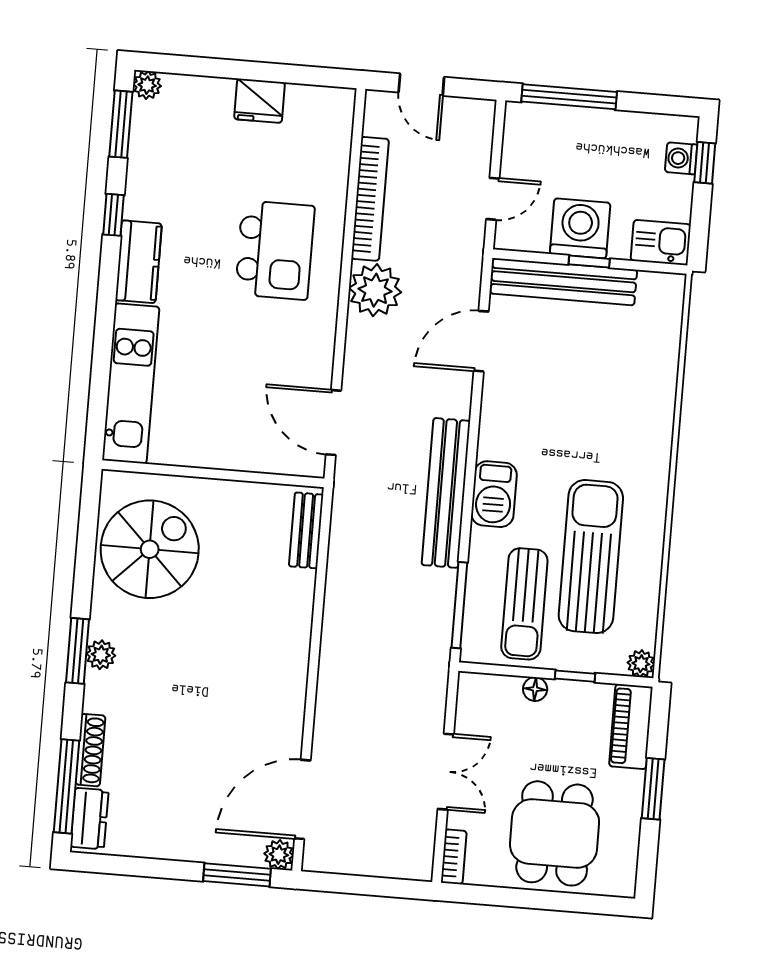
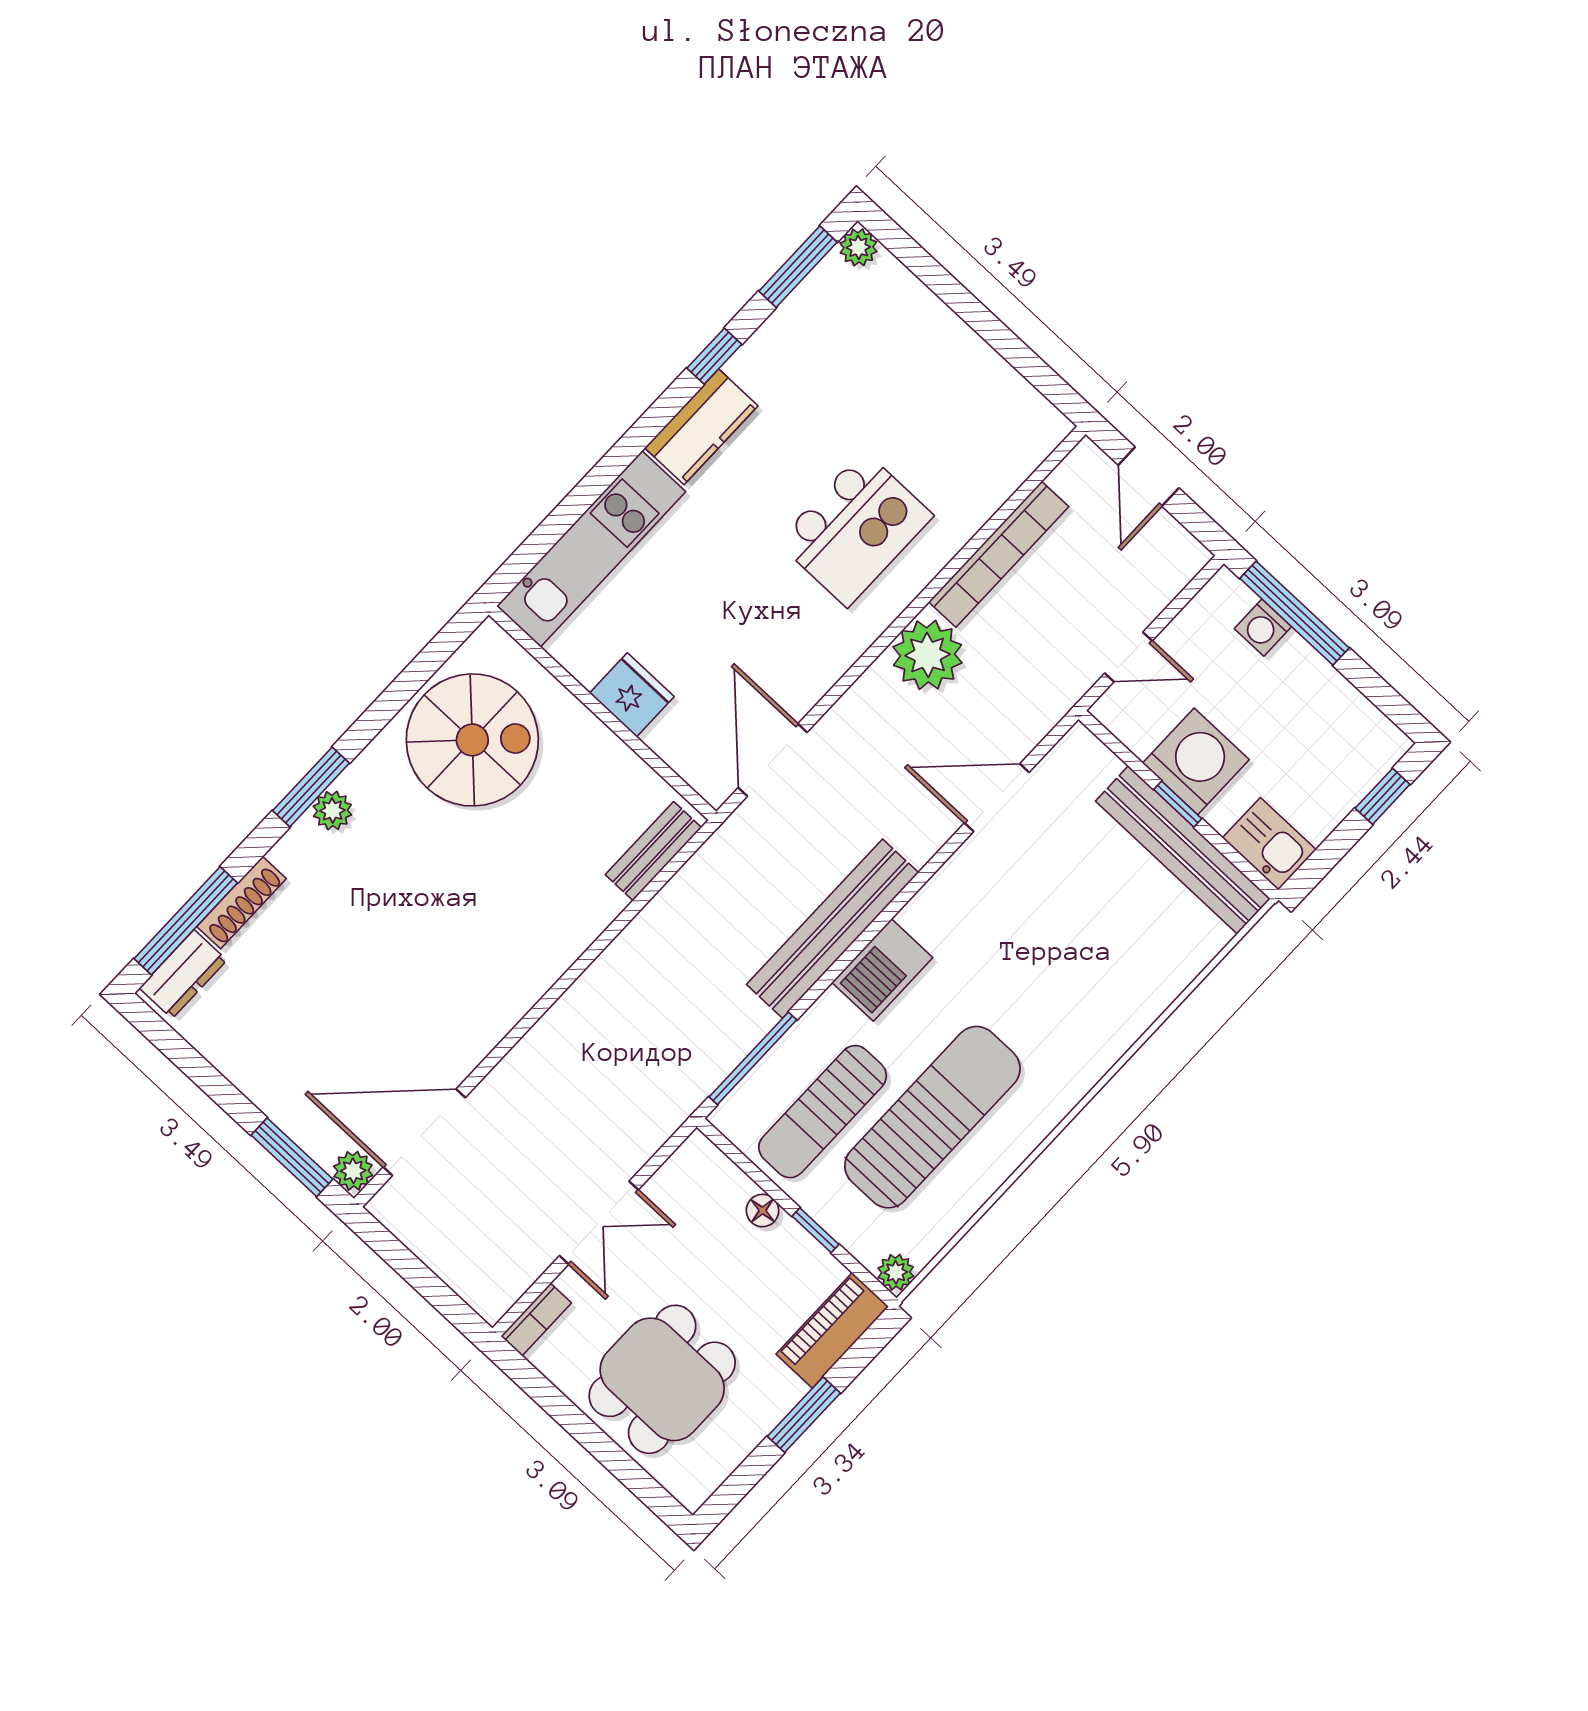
fridge: (260, 101) -> (632, 695), moved, turned 180
washing machine: (681, 158) -> (1263, 628), moved, turned -90
bench: (564, 282) -> (1183, 850), moved

